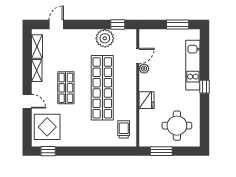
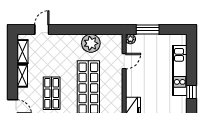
window: (118, 25) -> (104, 29), removed
window: (178, 25) -> (148, 29), moved
plant: (144, 69) -> (130, 39), moved

